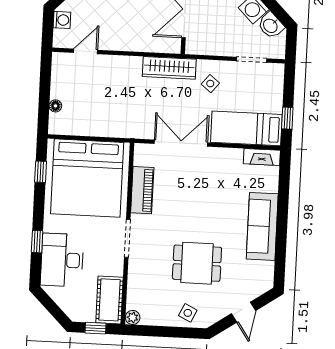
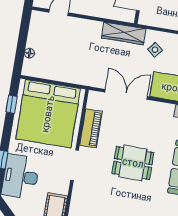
dining table: (197, 263) -> (133, 163), moved

